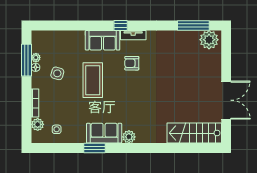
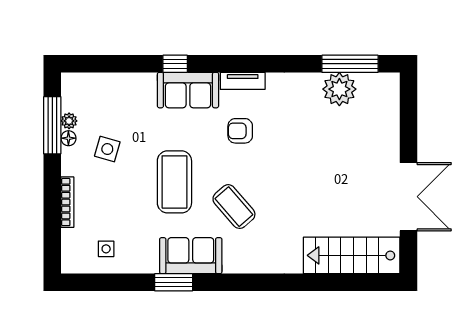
window: (121, 26) -> (175, 64), moved
plant: (209, 40) -> (339, 89), moved
coffee table: (93, 80) -> (174, 182), moved
coffee table: (128, 106) -> (234, 207), added
plant: (38, 124) -> (72, 240), removed
plant: (129, 137) -> (235, 262), removed

